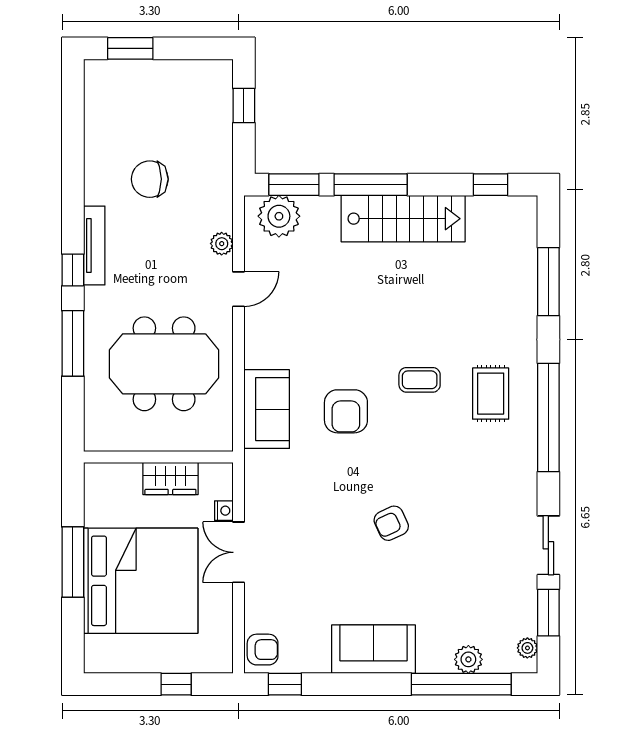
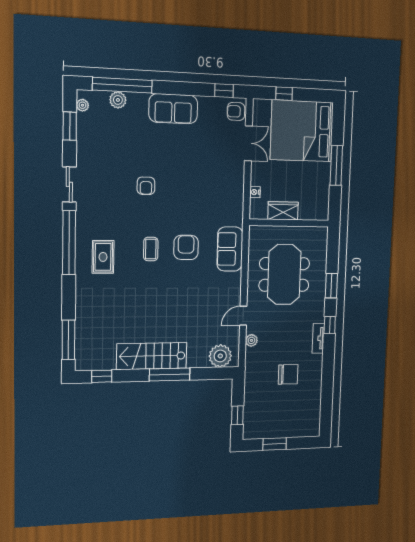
window: (130, 48) -> (275, 444), moved
window: (294, 185) -> (212, 373), removed
tv unit: (94, 245) -> (318, 338), width x0.71
window: (548, 282) -> (68, 340), moved
window: (73, 343) -> (331, 286), width x0.69
meeting table: (164, 364) -> (284, 274), turned 90
coffee table: (420, 380) -> (151, 249), moved, turned 90
armchair: (391, 523) -> (146, 186), moved, turned 115
sliding door: (548, 545) -> (69, 184), moved
double door: (238, 552) -> (248, 143), moved
bed: (141, 581) -> (302, 131), moved

